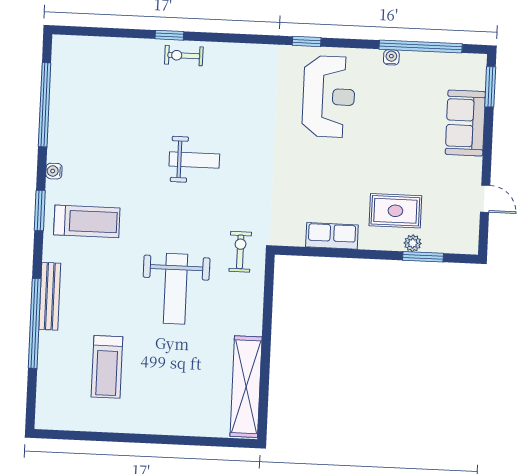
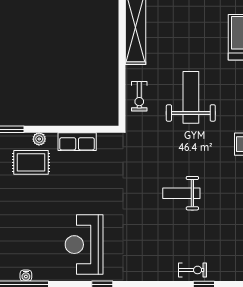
water cooler: (391, 57) -> (26, 276), moved
plant: (413, 243) -> (39, 139), moved
exercise bike: (240, 252) -> (139, 96), moved

